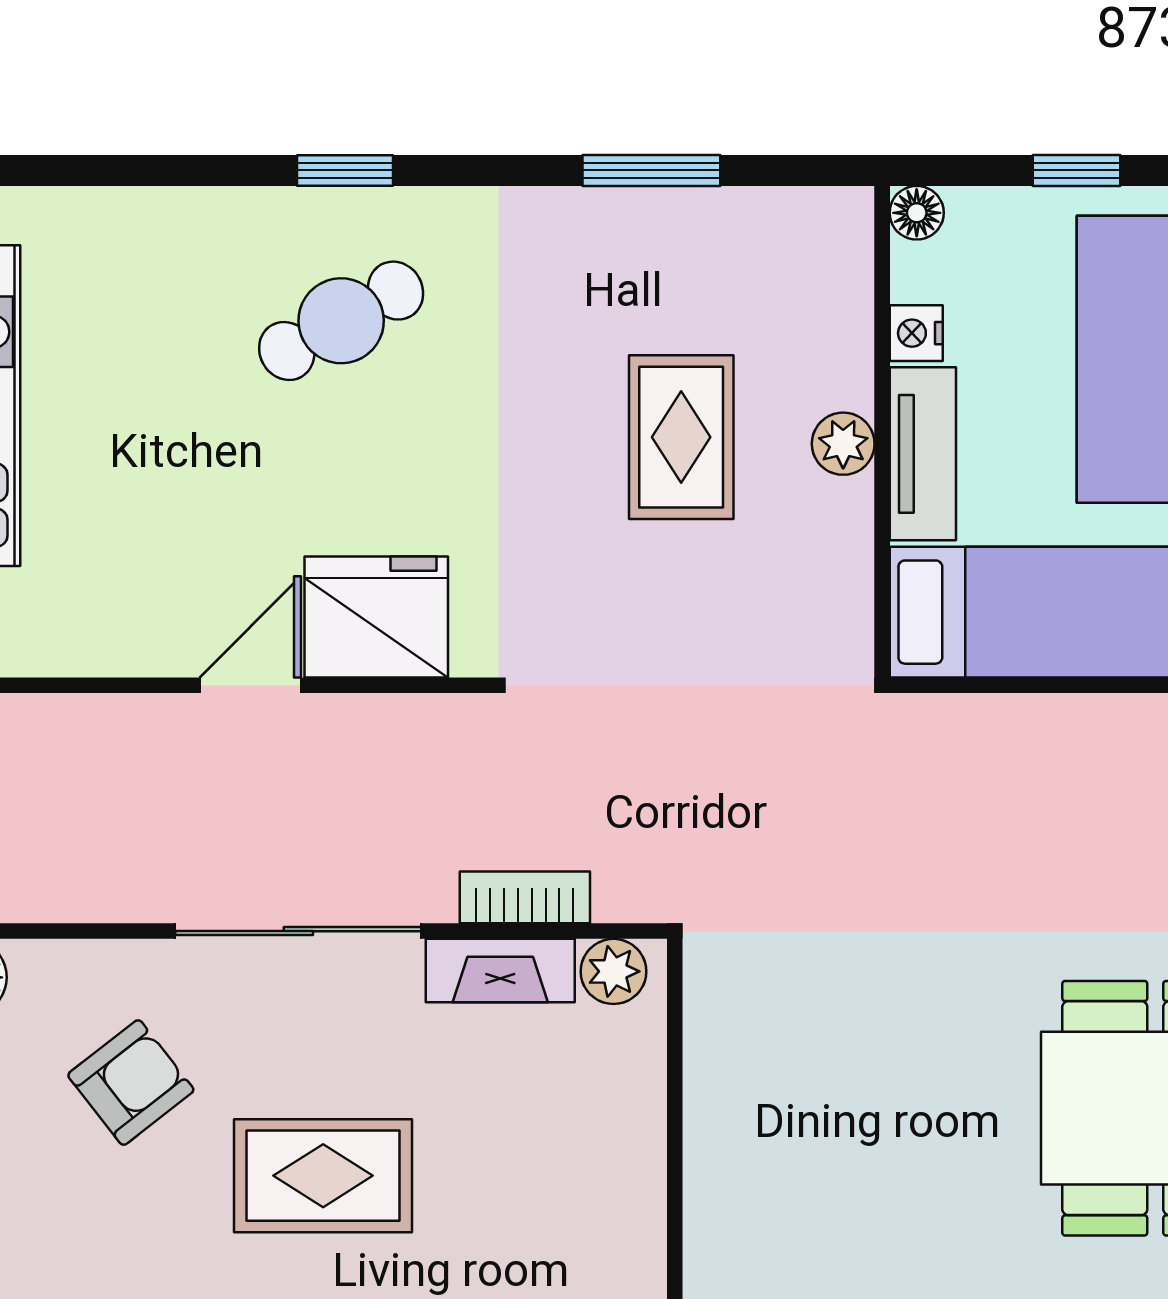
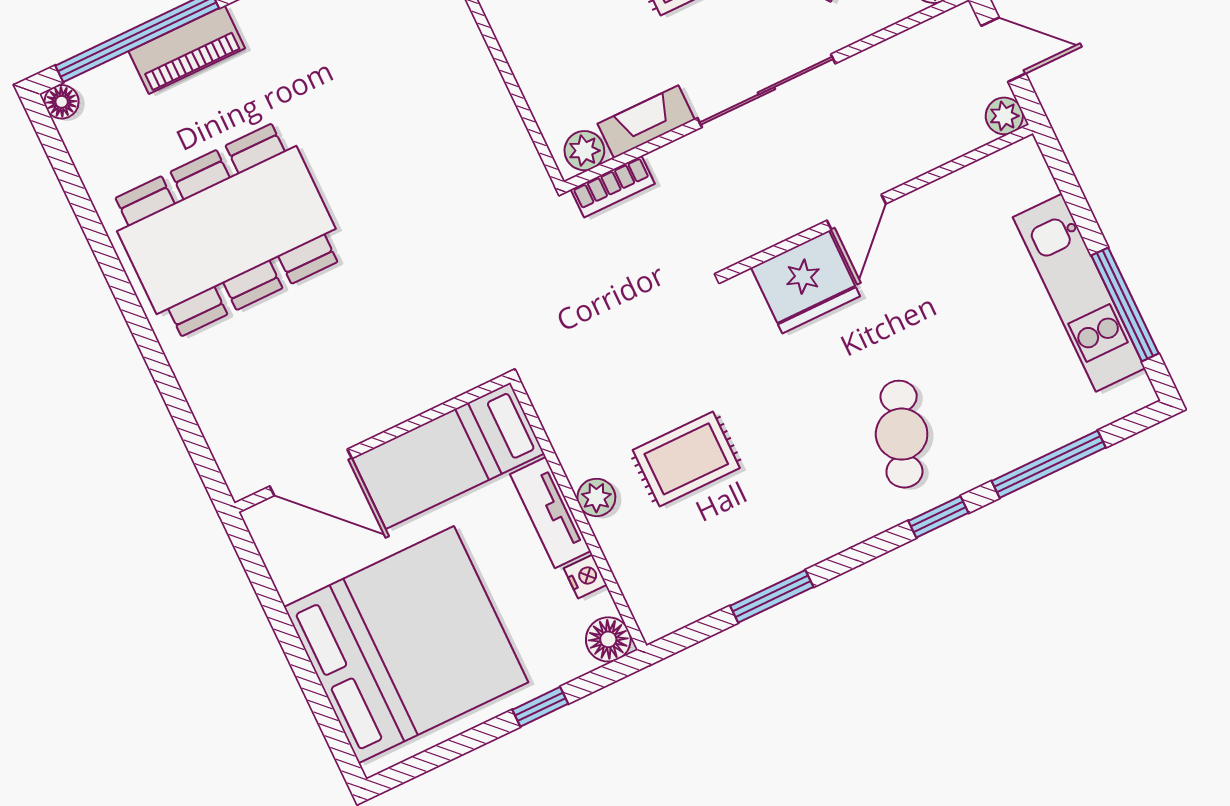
window: (143, 170) -> (1049, 464), added
floor lamp: (917, 213) -> (608, 639), width x1.37, depth x1.37
cafe table: (341, 321) -> (902, 434), turned -40
rug: (681, 437) -> (686, 459), turned 90
bookcase: (525, 897) -> (613, 187), moved

